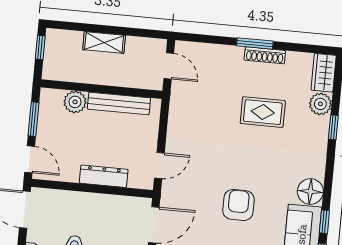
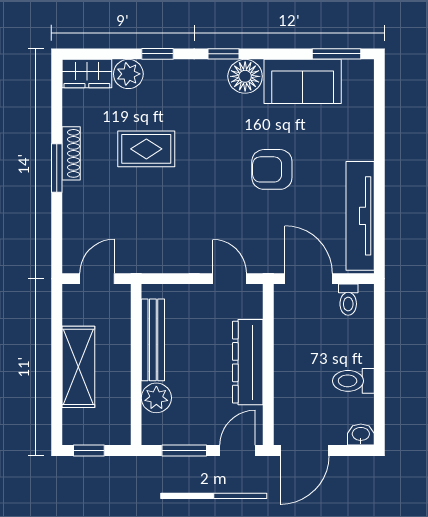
shelving: (104, 42) -> (78, 367), width x1.50, depth x1.33
rug: (263, 112) -> (146, 149), turned 90
dresser: (104, 176) -> (248, 362), width x1.37, depth x1.24
window: (324, 222) -> (224, 54), moved

